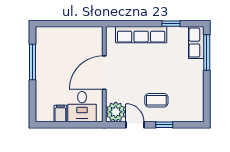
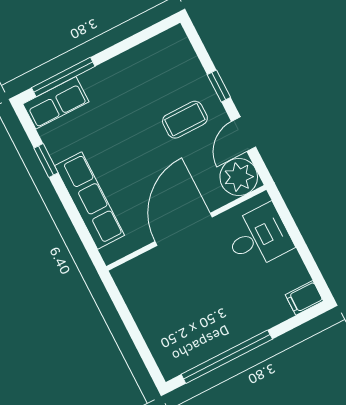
window: (32, 62) -> (227, 357), width x1.46
door: (104, 73) -> (184, 229), swing flipped
coffee table: (156, 100) -> (185, 120), turned 90
filing cabinet: (60, 114) -> (304, 298), moved

